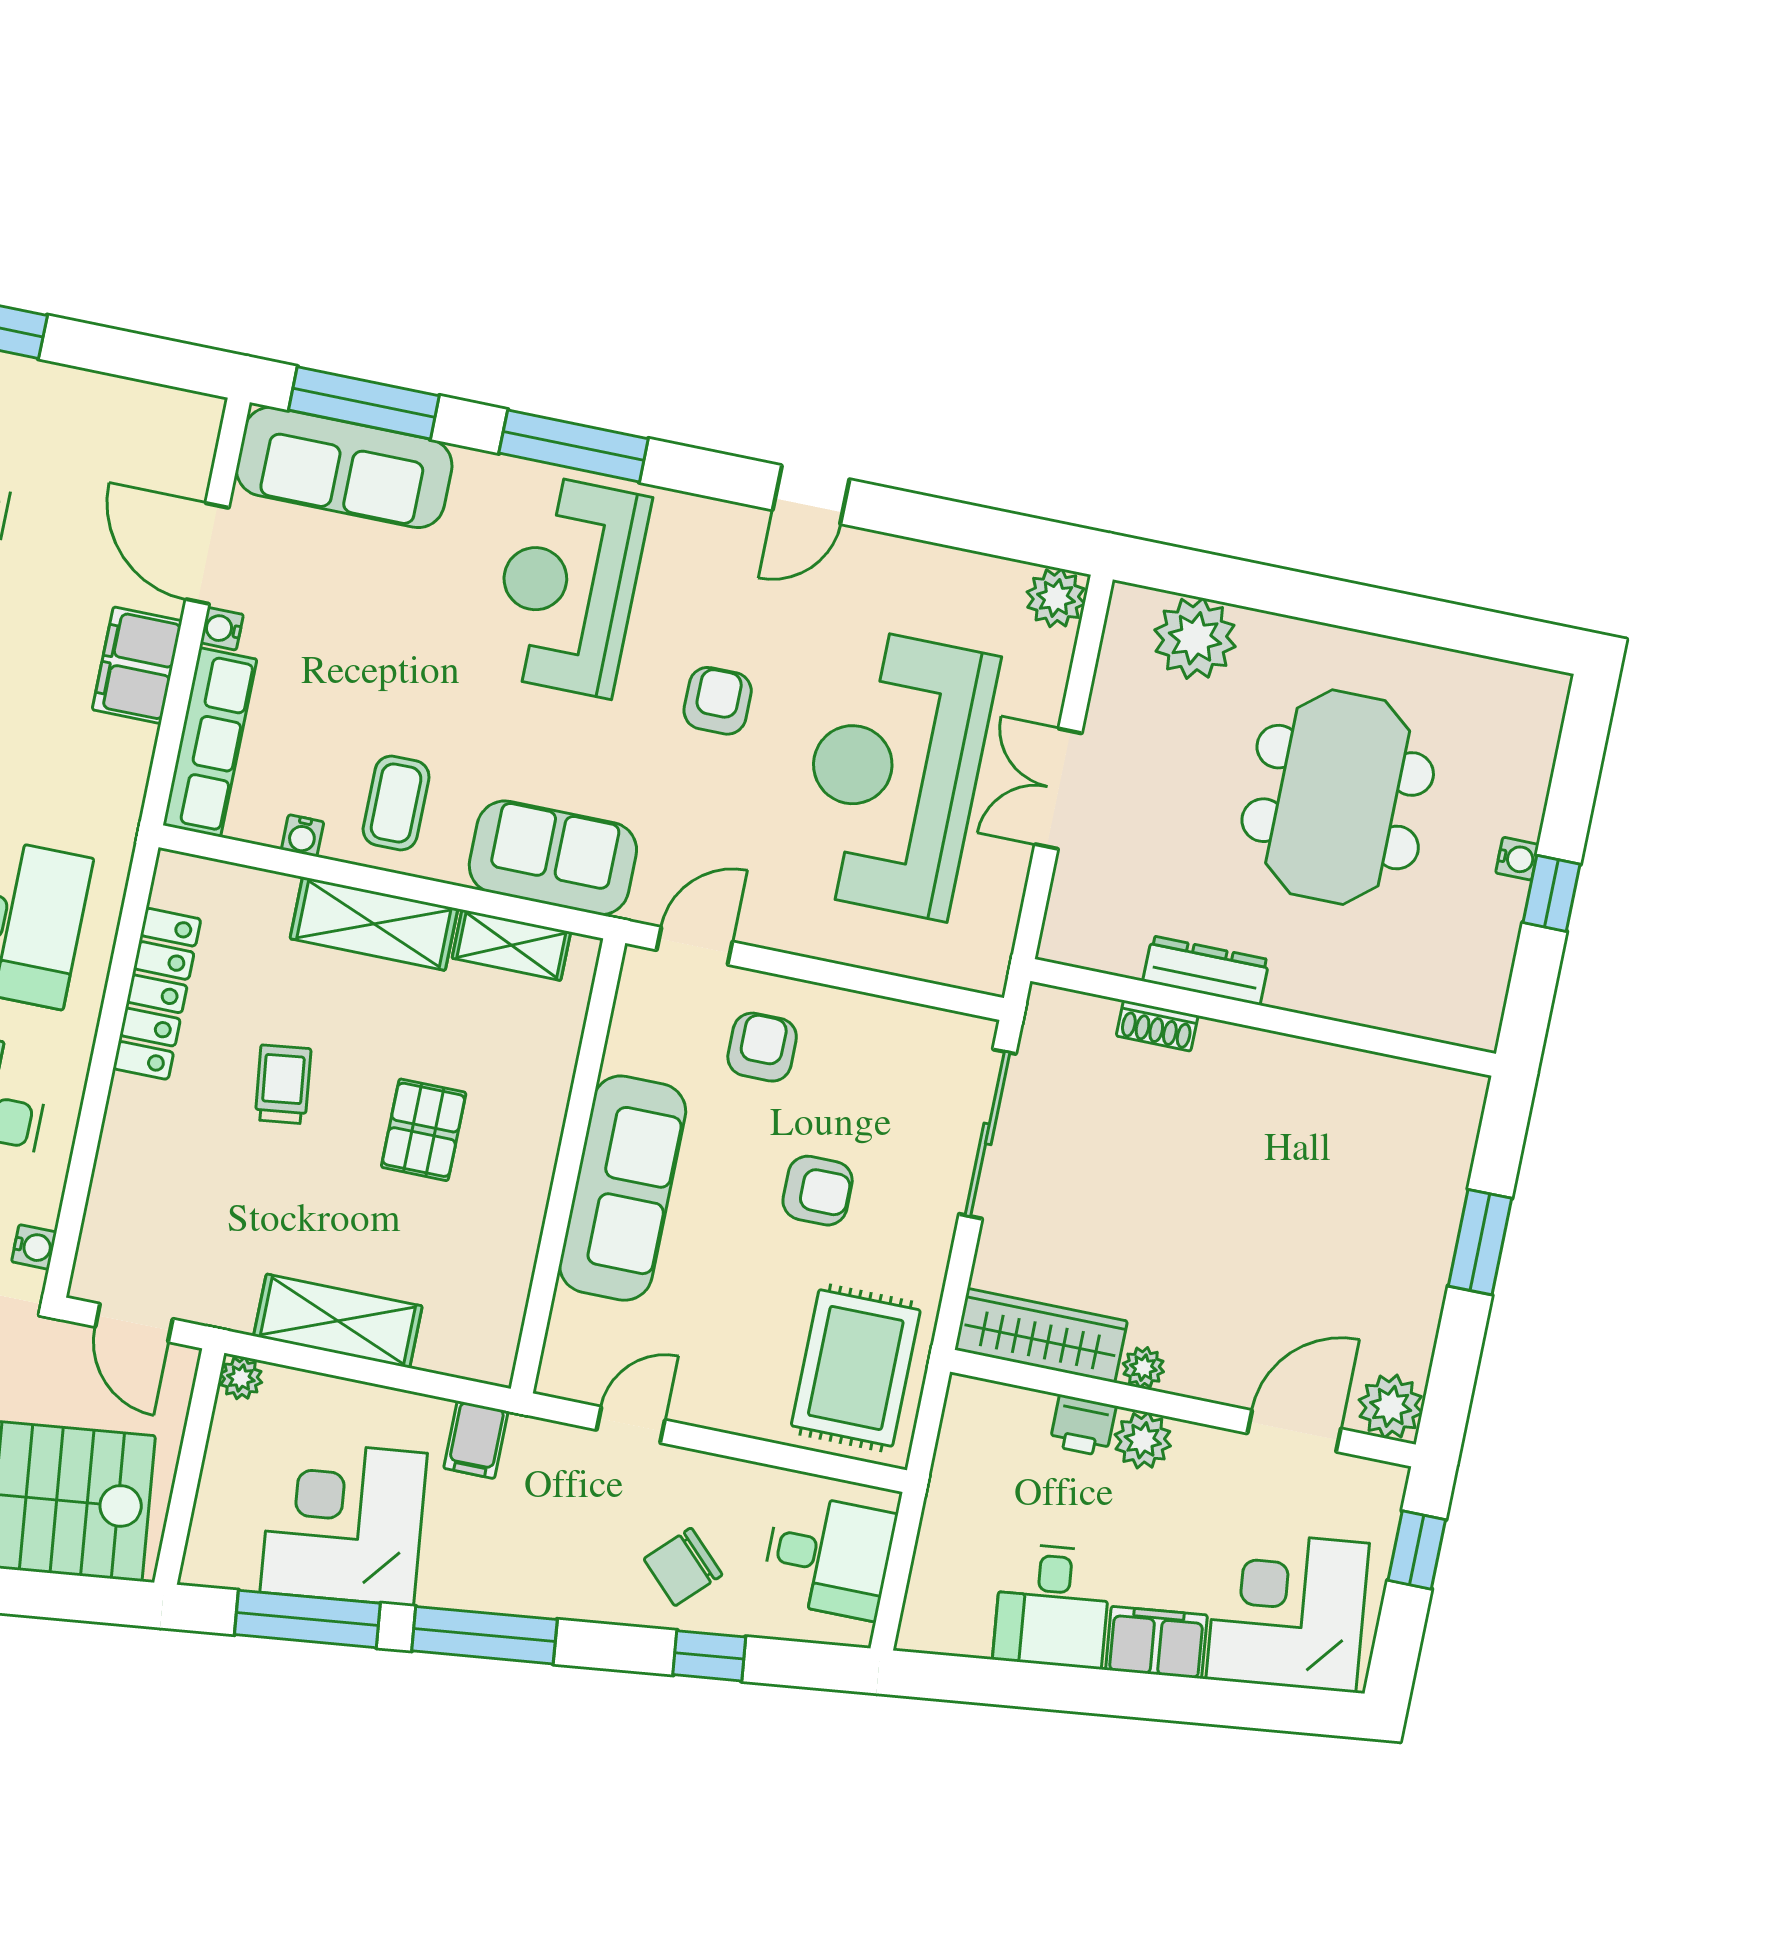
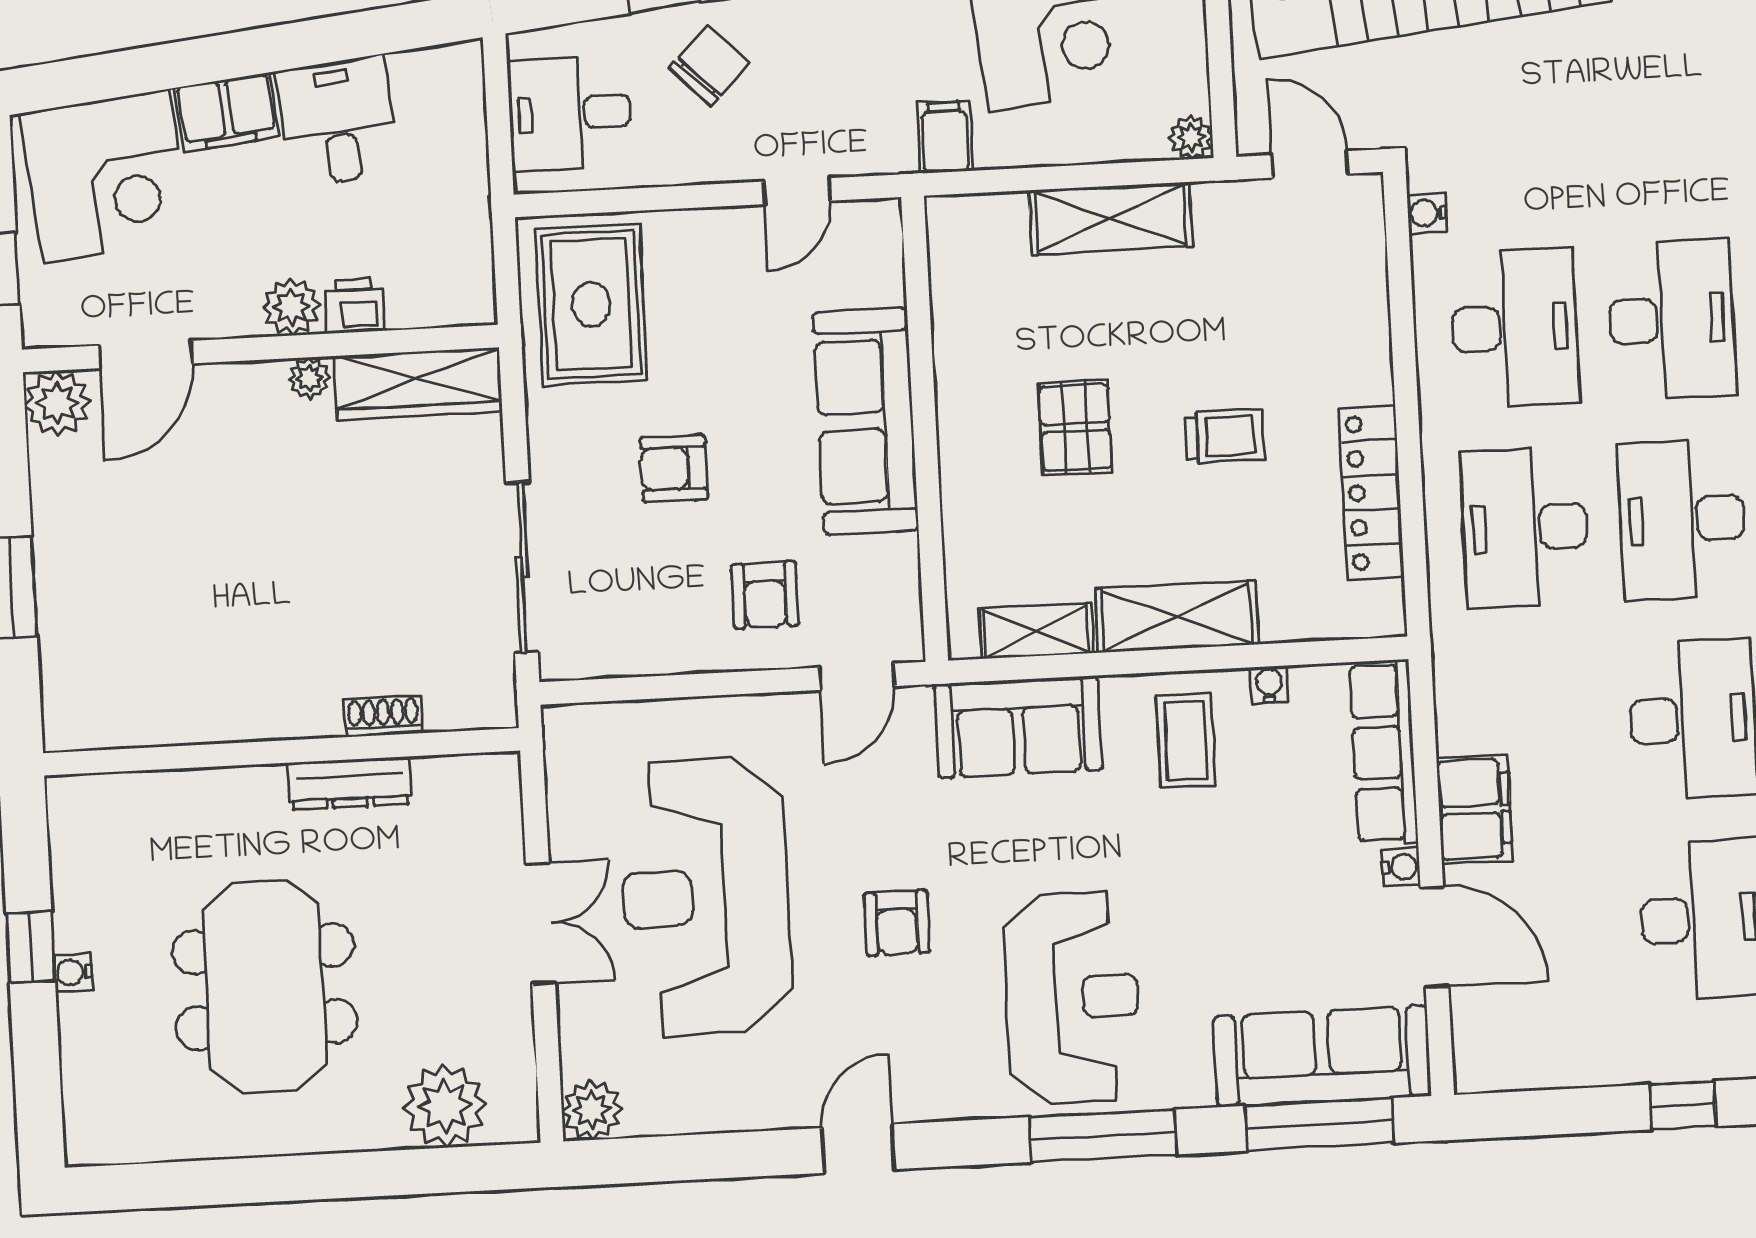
reception desk: (894, 773) -> (705, 897), turned 180
trolley: (283, 1084) -> (1225, 436), turned -83

